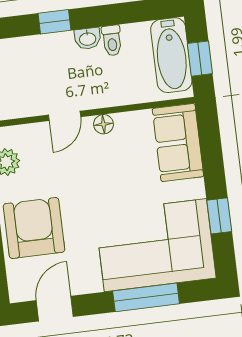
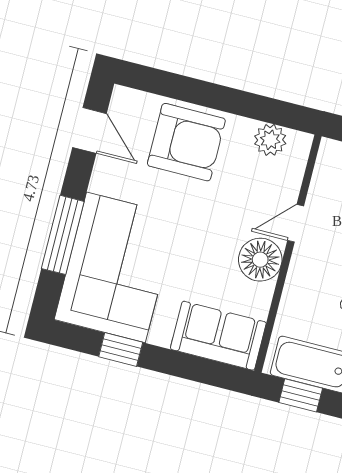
door: (65, 116) -> (296, 223), hinge flipped
floor lamp: (103, 124) -> (260, 260), width x1.89, depth x1.89

